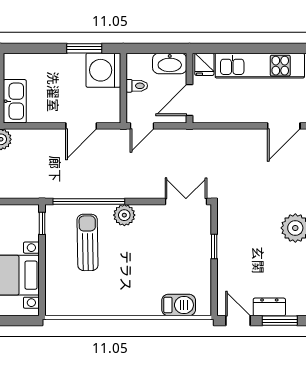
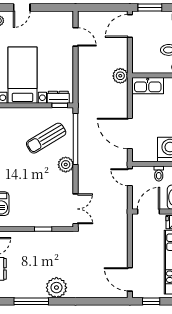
door: (190, 100) -> (148, 212), hinge flipped
door: (81, 126) -> (130, 133), width x1.36
dresser: (31, 225) -> (58, 97), added
sun lounger: (88, 242) -> (46, 138), turned 150

